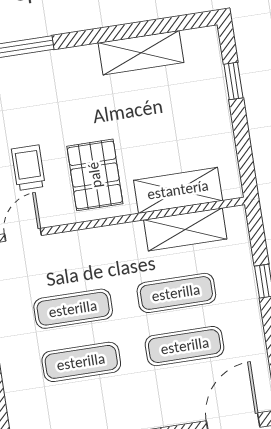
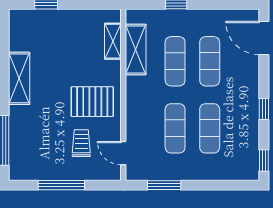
shelving: (141, 53) -> (19, 78), moved
trolley: (28, 168) -> (81, 143), turned 90
shelving: (178, 190) -> (113, 41), width x0.67, depth x0.75

